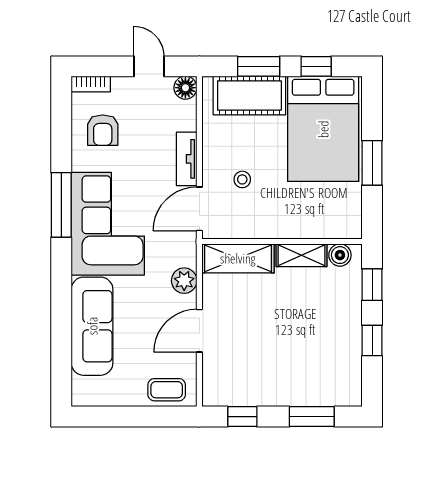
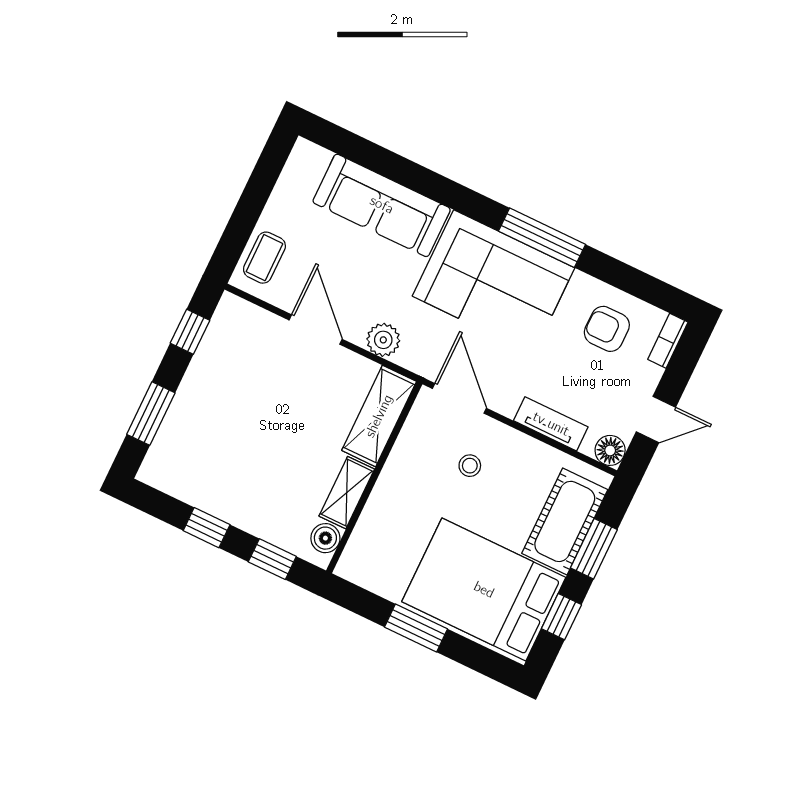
tv unit: (187, 159) -> (551, 424), moved

